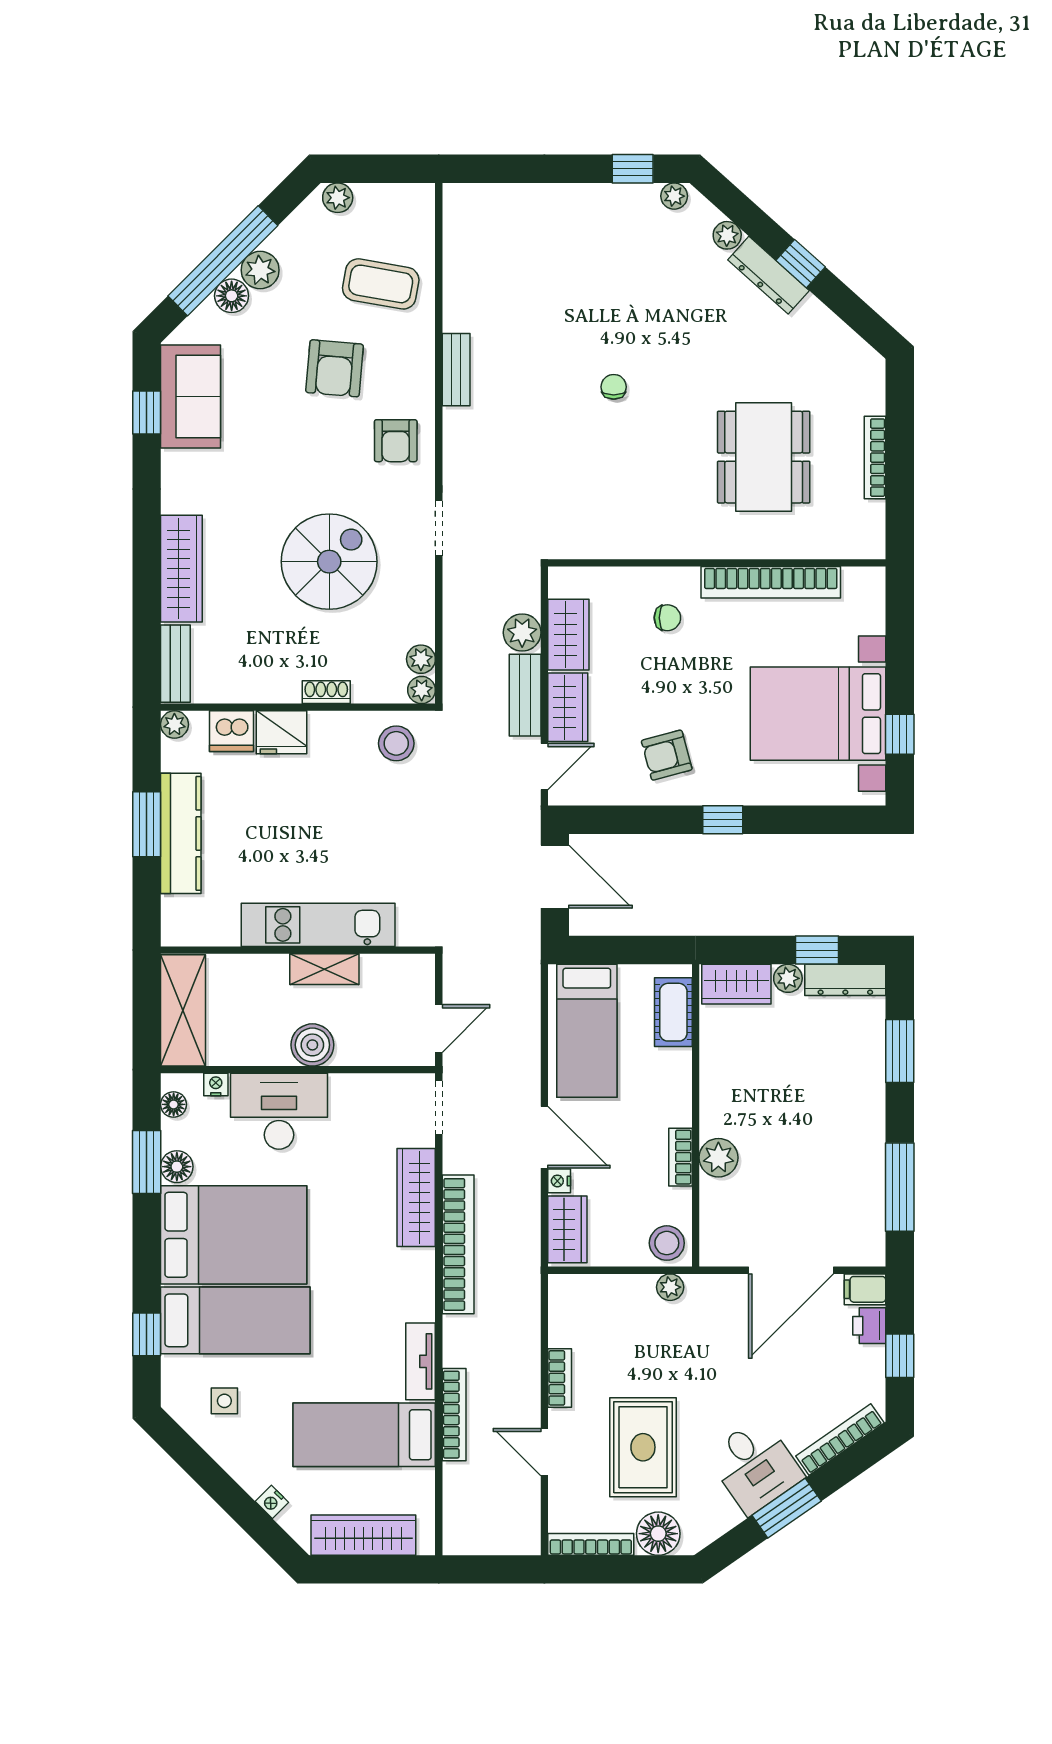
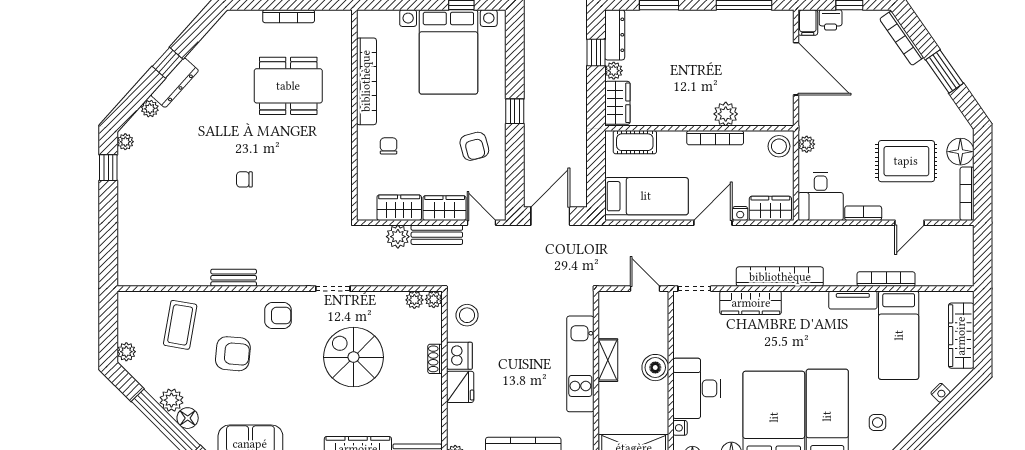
dishwasher: (232, 731) -> (459, 356), moved
bookcase: (681, 1157) -> (715, 138), width x1.56
desk: (755, 1466) -> (821, 196), moved, turned 125

